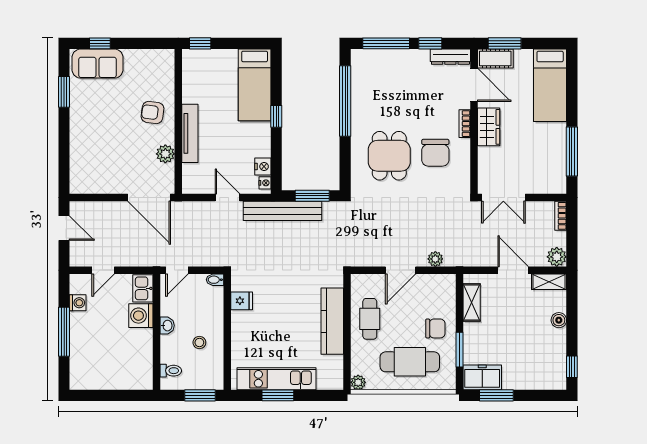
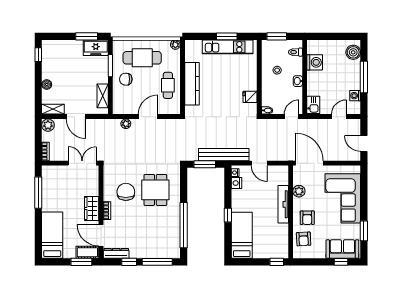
armchair: (158, 79) -> (304, 239), added
armchair: (153, 112) -> (307, 218), turned 82
corner sofa: (97, 143) -> (343, 198), added
washing machine: (141, 316) -> (315, 62), moved
boiler: (81, 370) -> (353, 52), added

